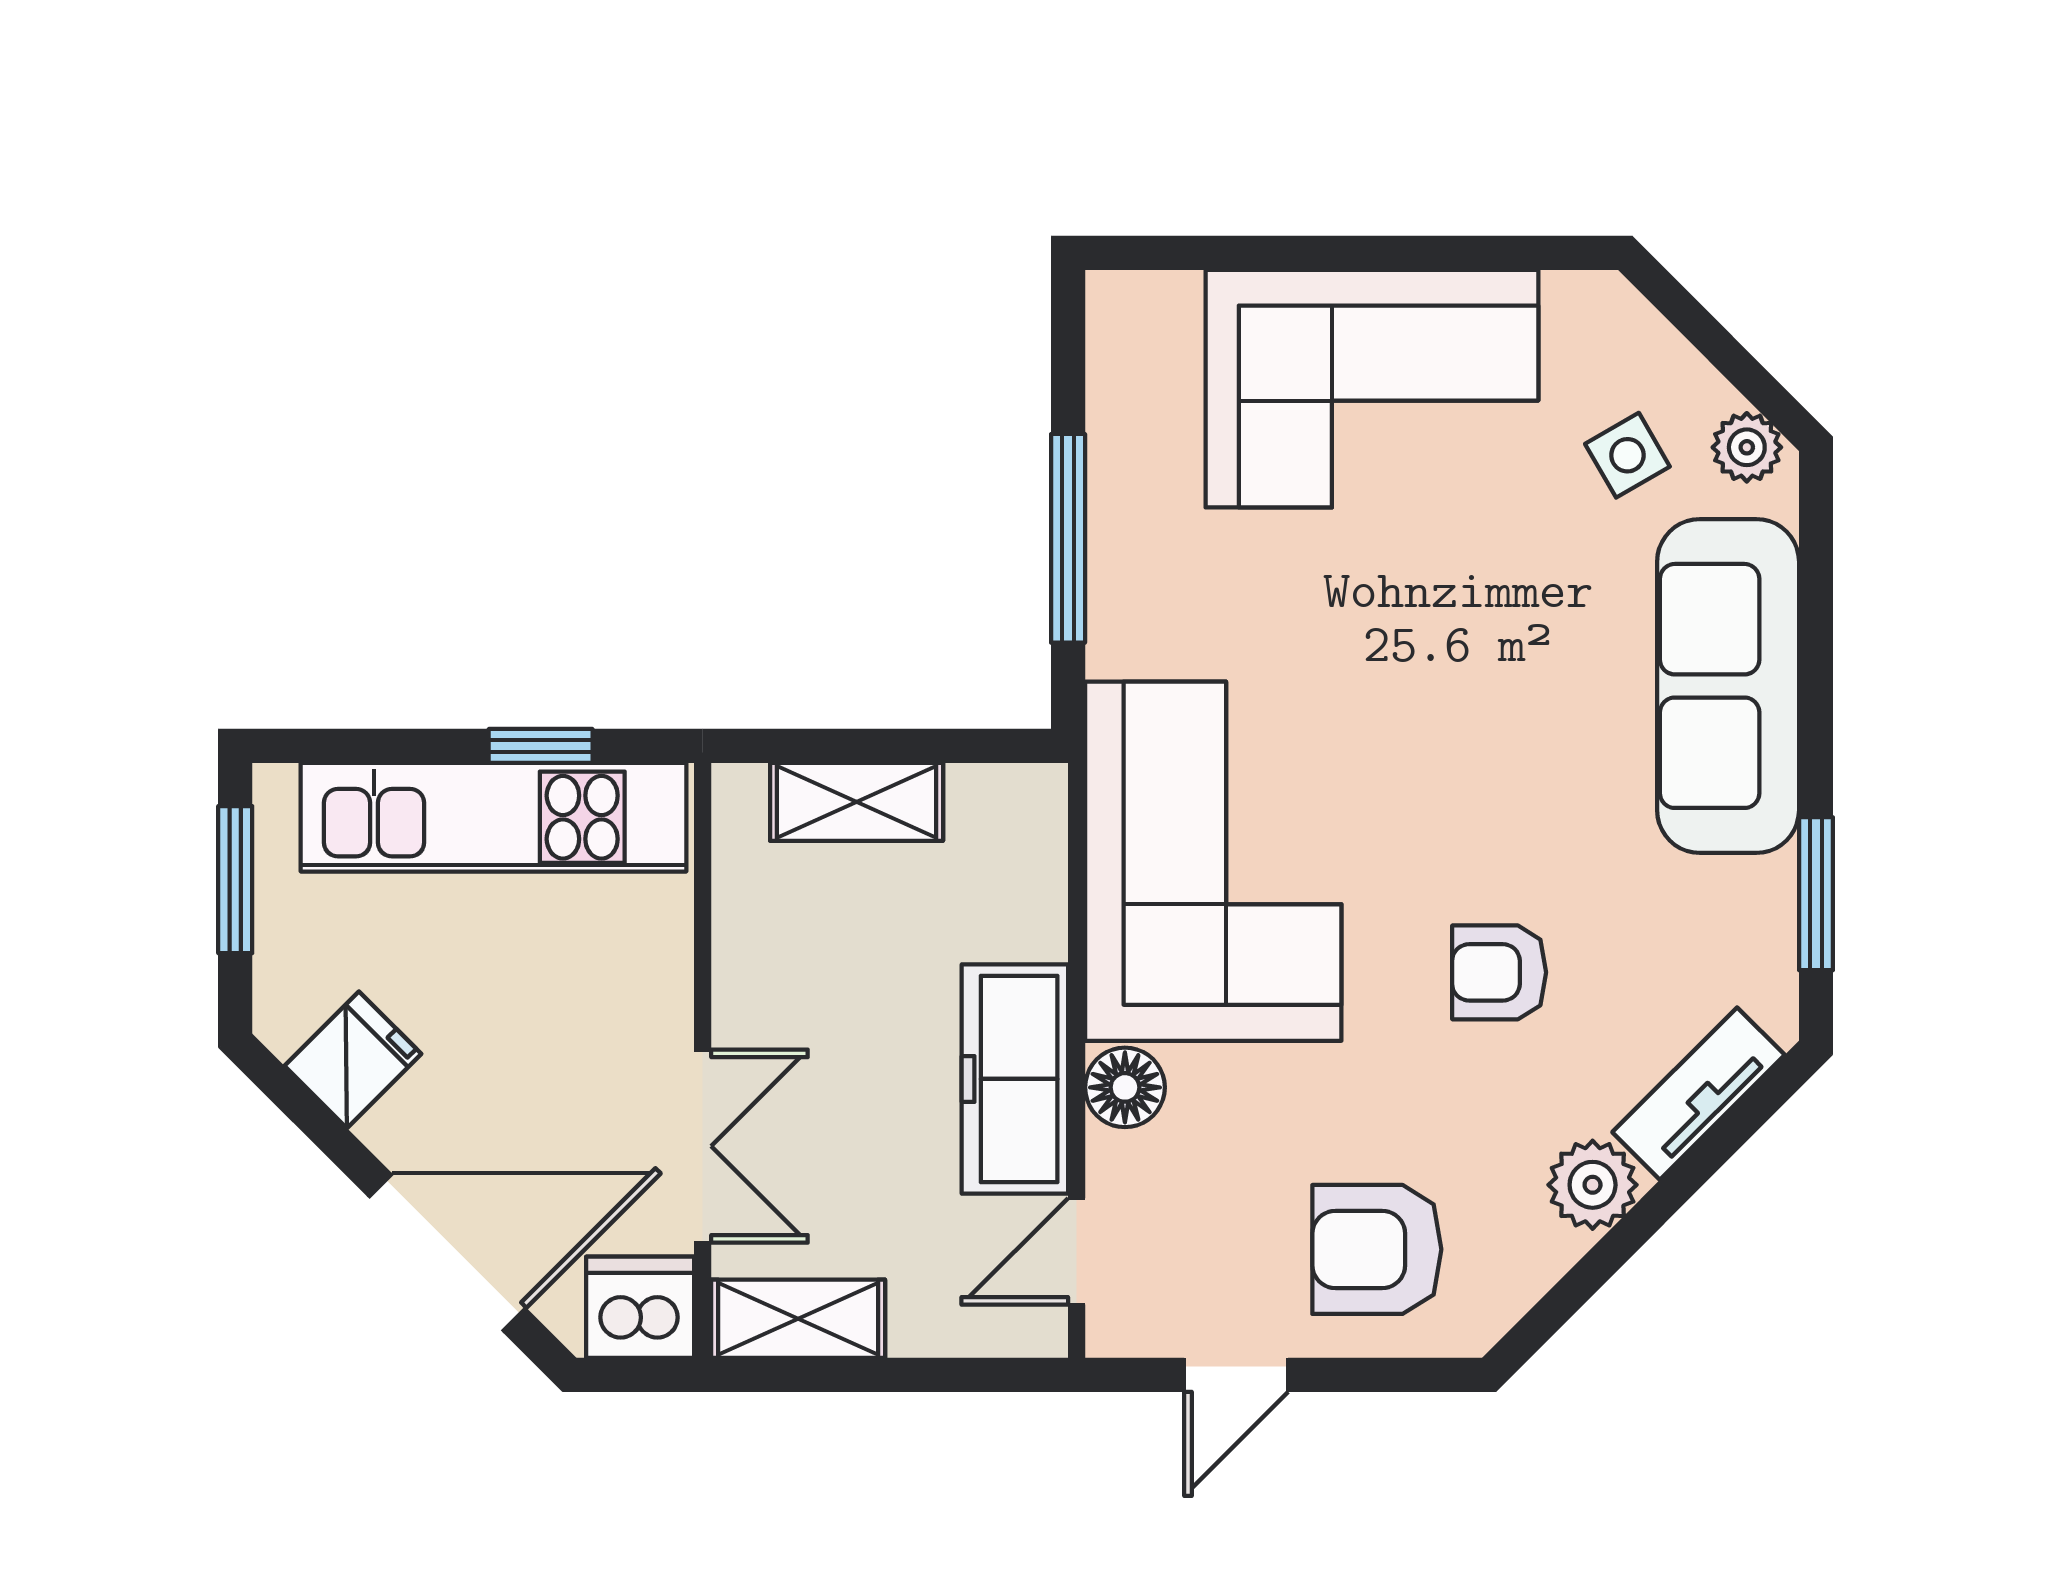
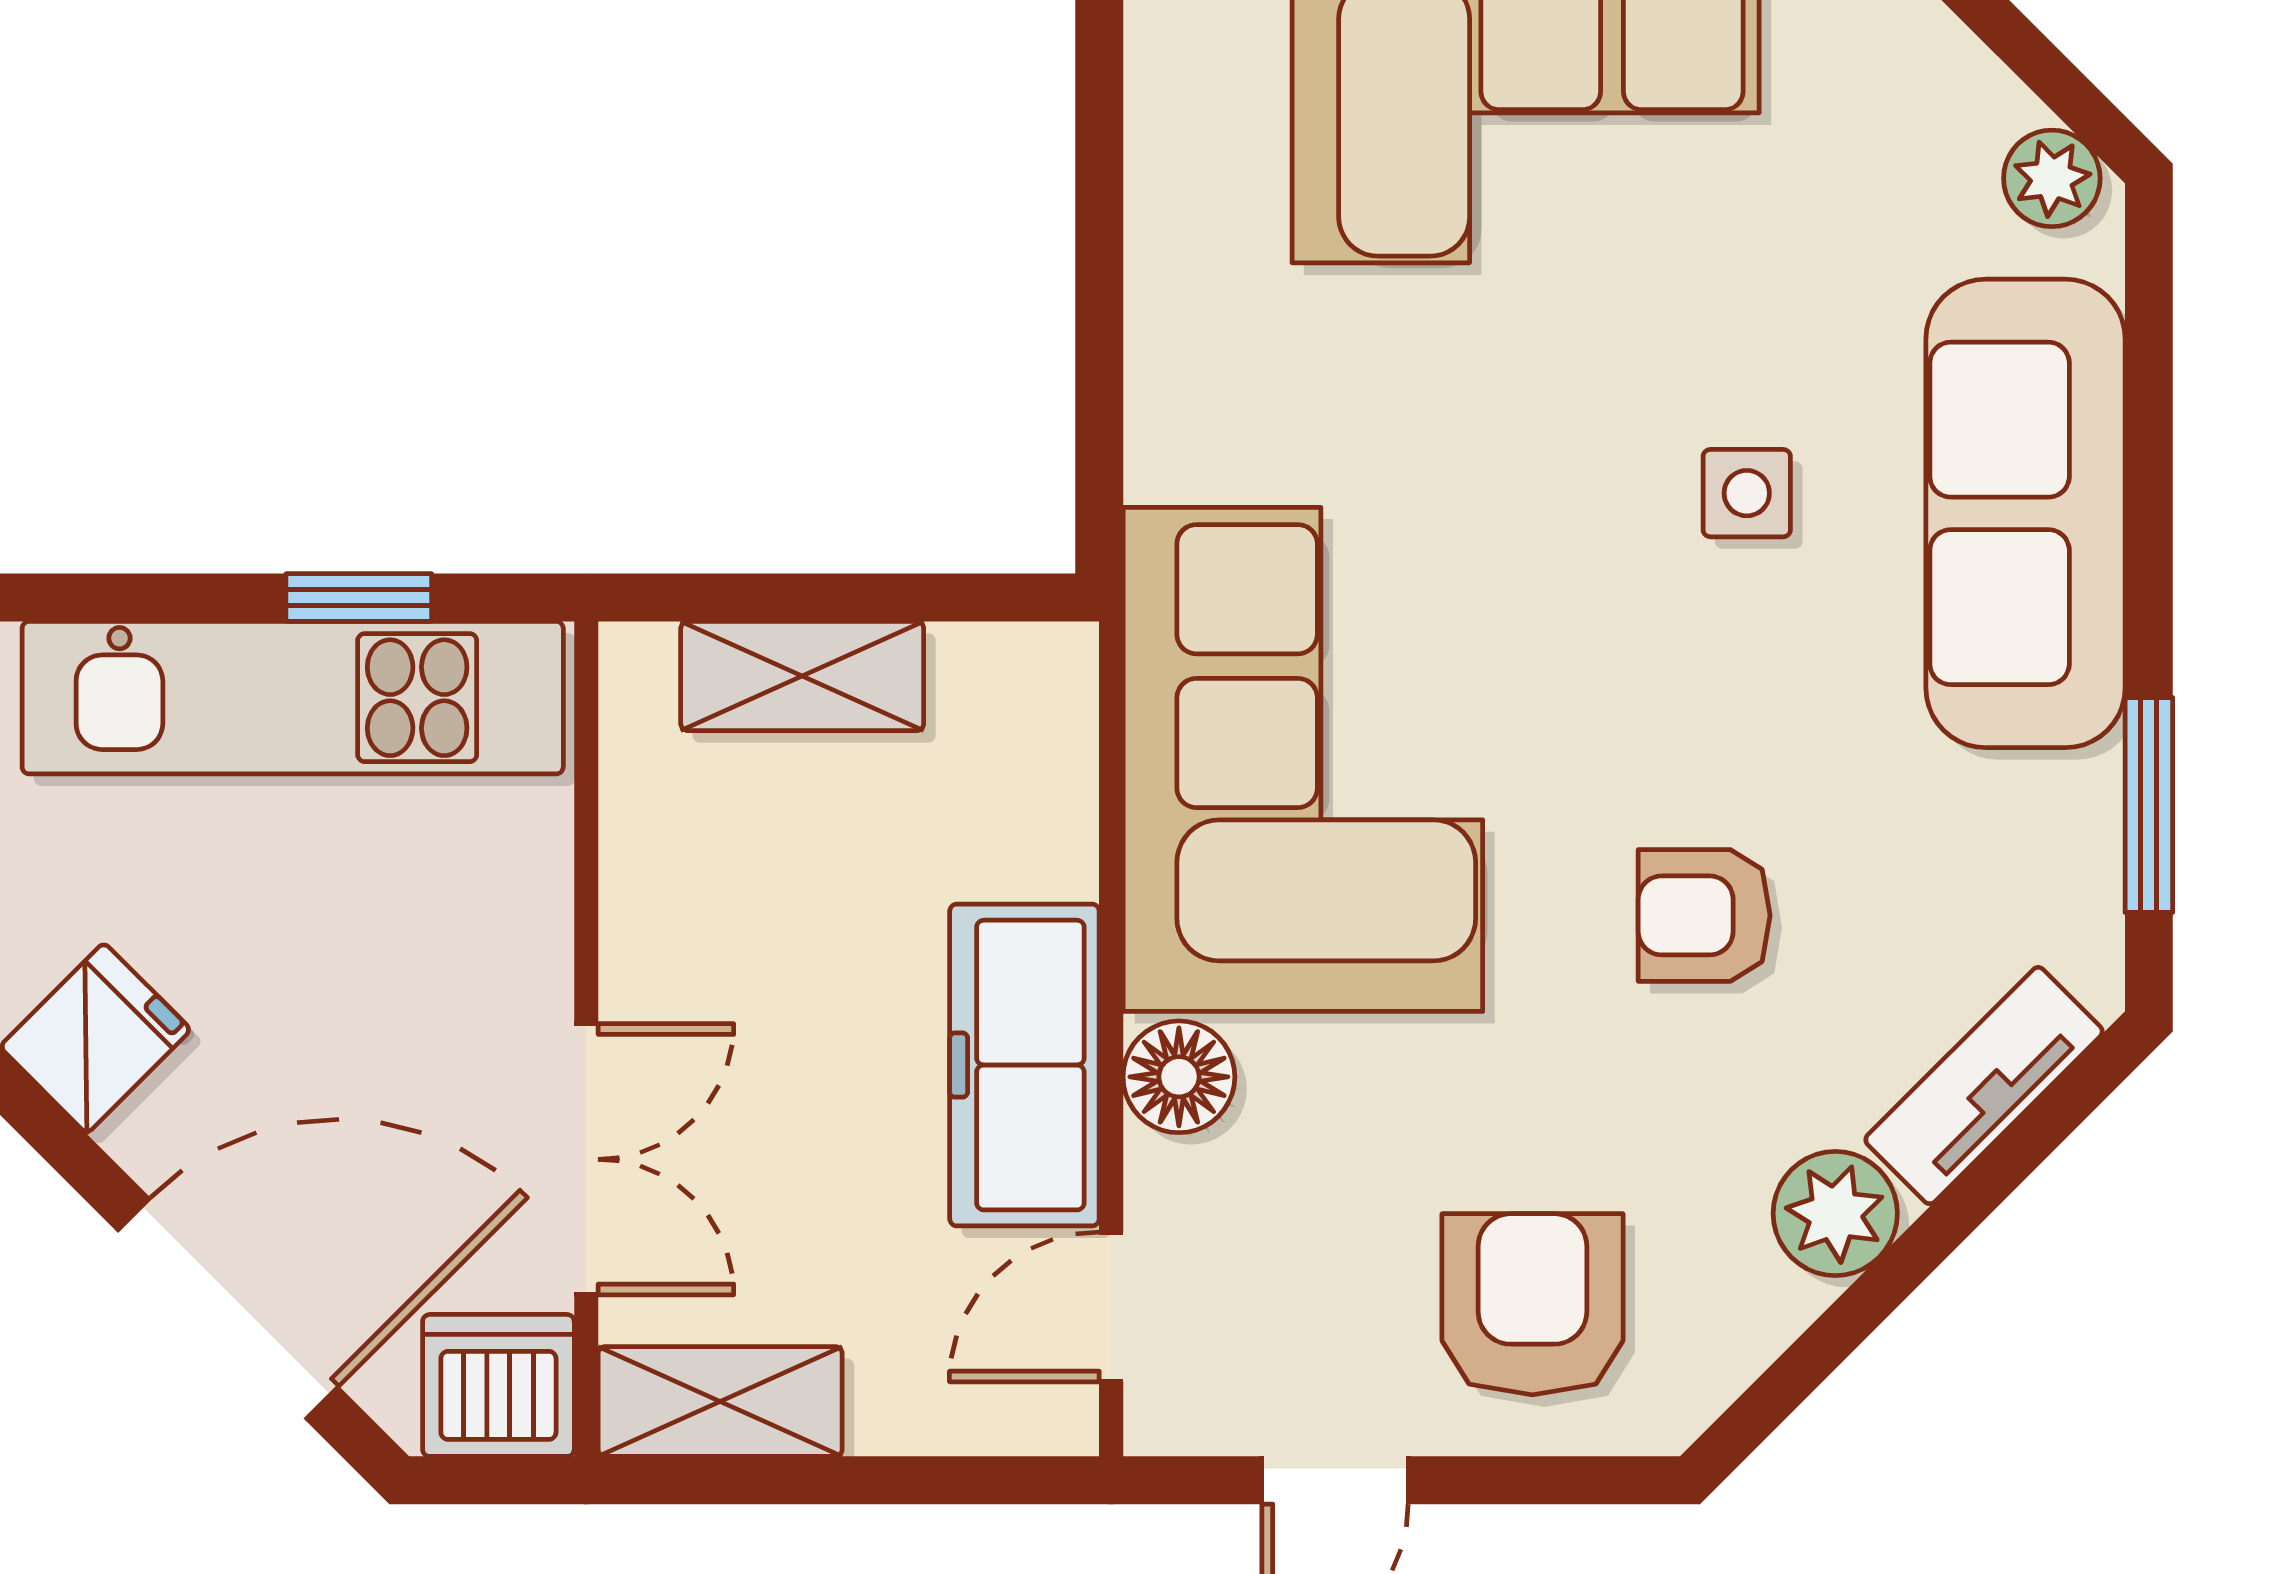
side table: (1627, 455) -> (1747, 493), moved, turned 30
window: (1068, 538) -> (1099, 306), removed
armchair: (1377, 1249) -> (1532, 1304), turned 90

